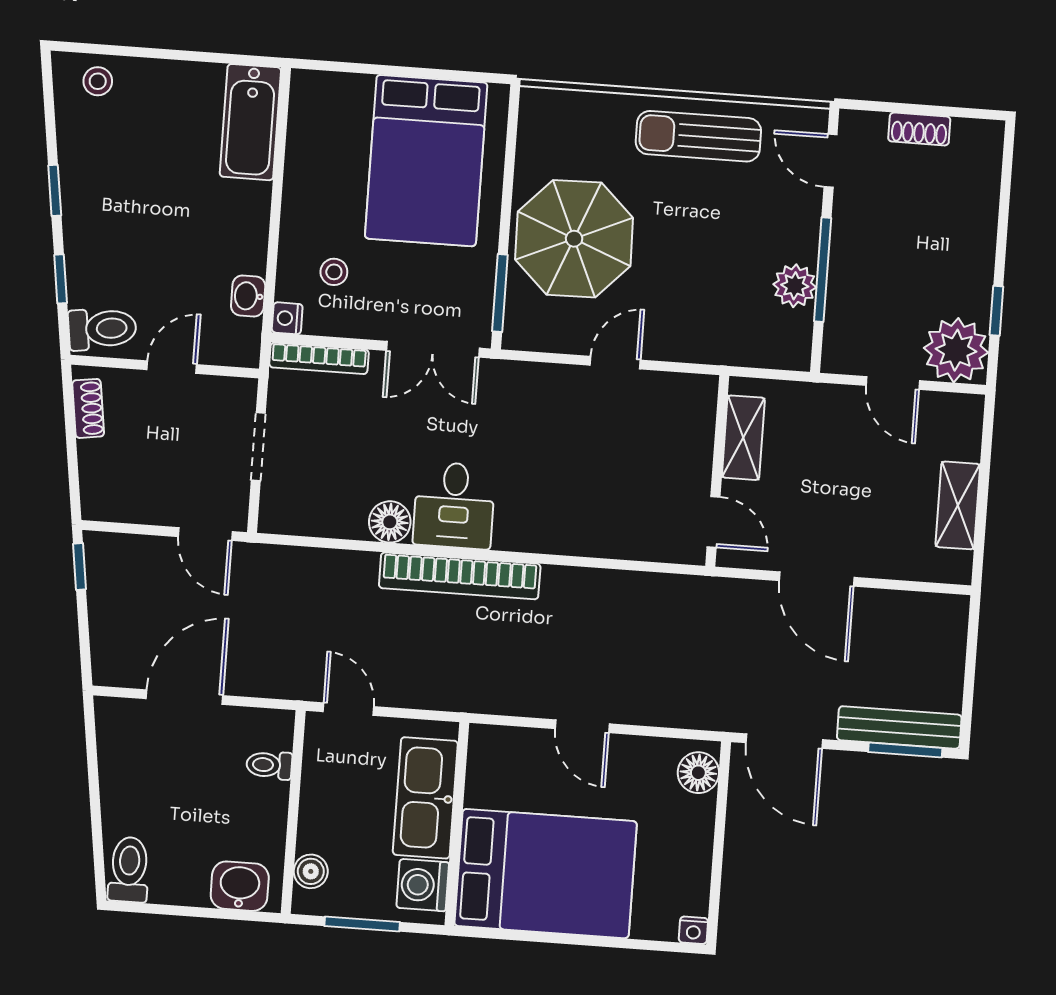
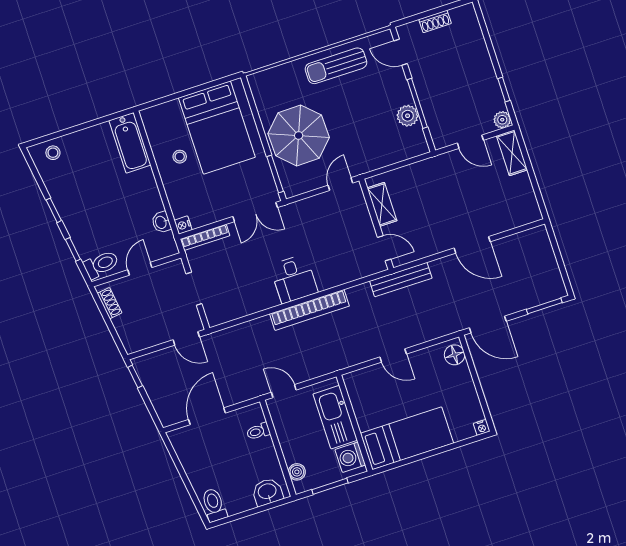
stool: (334, 272) -> (180, 157), moved
plant: (956, 350) -> (502, 120), width x0.53, depth x0.53
shelving: (743, 438) -> (382, 204), moved
wall: (717, 471) -> (376, 224), moved
shelving: (958, 505) -> (512, 153), moved
floor lamp: (390, 522) -> (268, 298), removed
door: (714, 522) -> (384, 248), moved
bench: (899, 727) -> (401, 280), moved
bed: (546, 874) -> (407, 438), width x0.67

